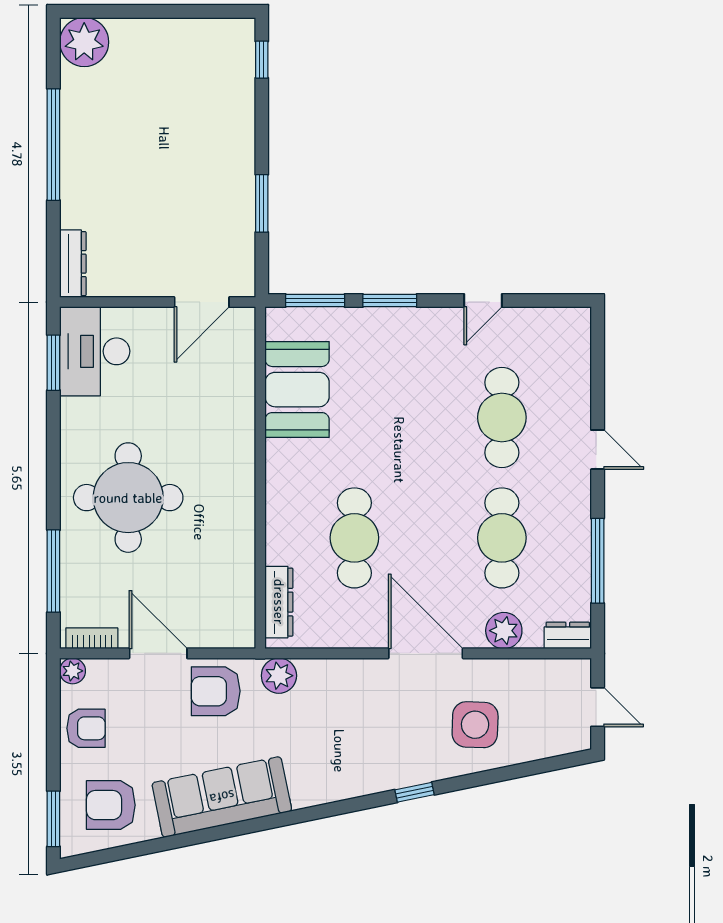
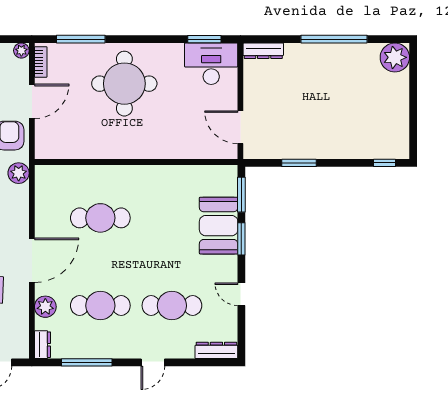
booth: (297, 390) -> (219, 226), moved, turned 90
dresser: (279, 602) -> (216, 350), moved, turned 180

